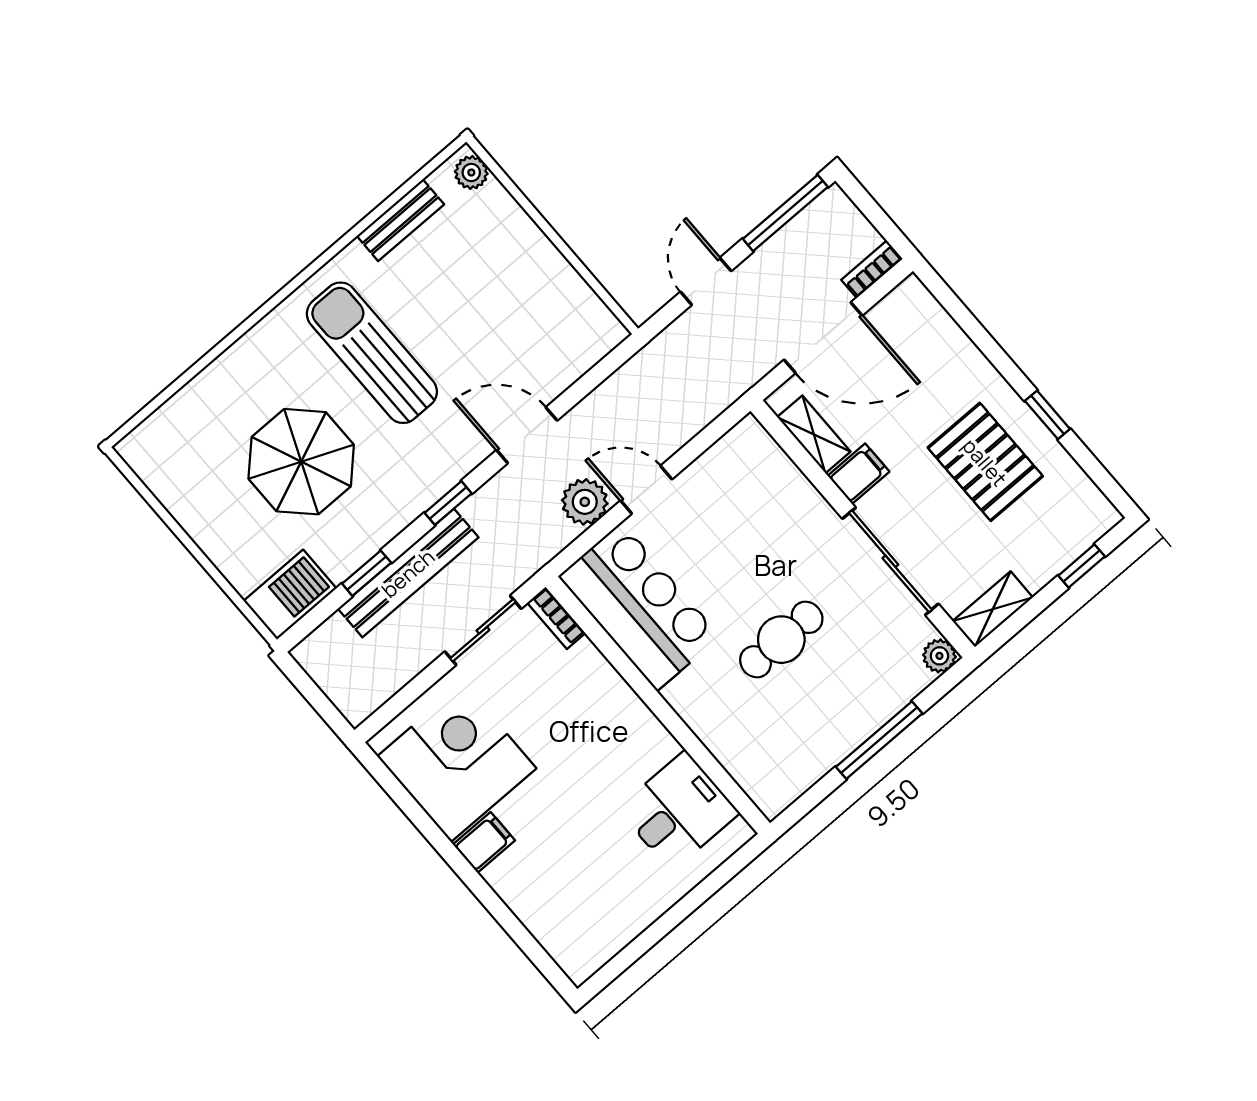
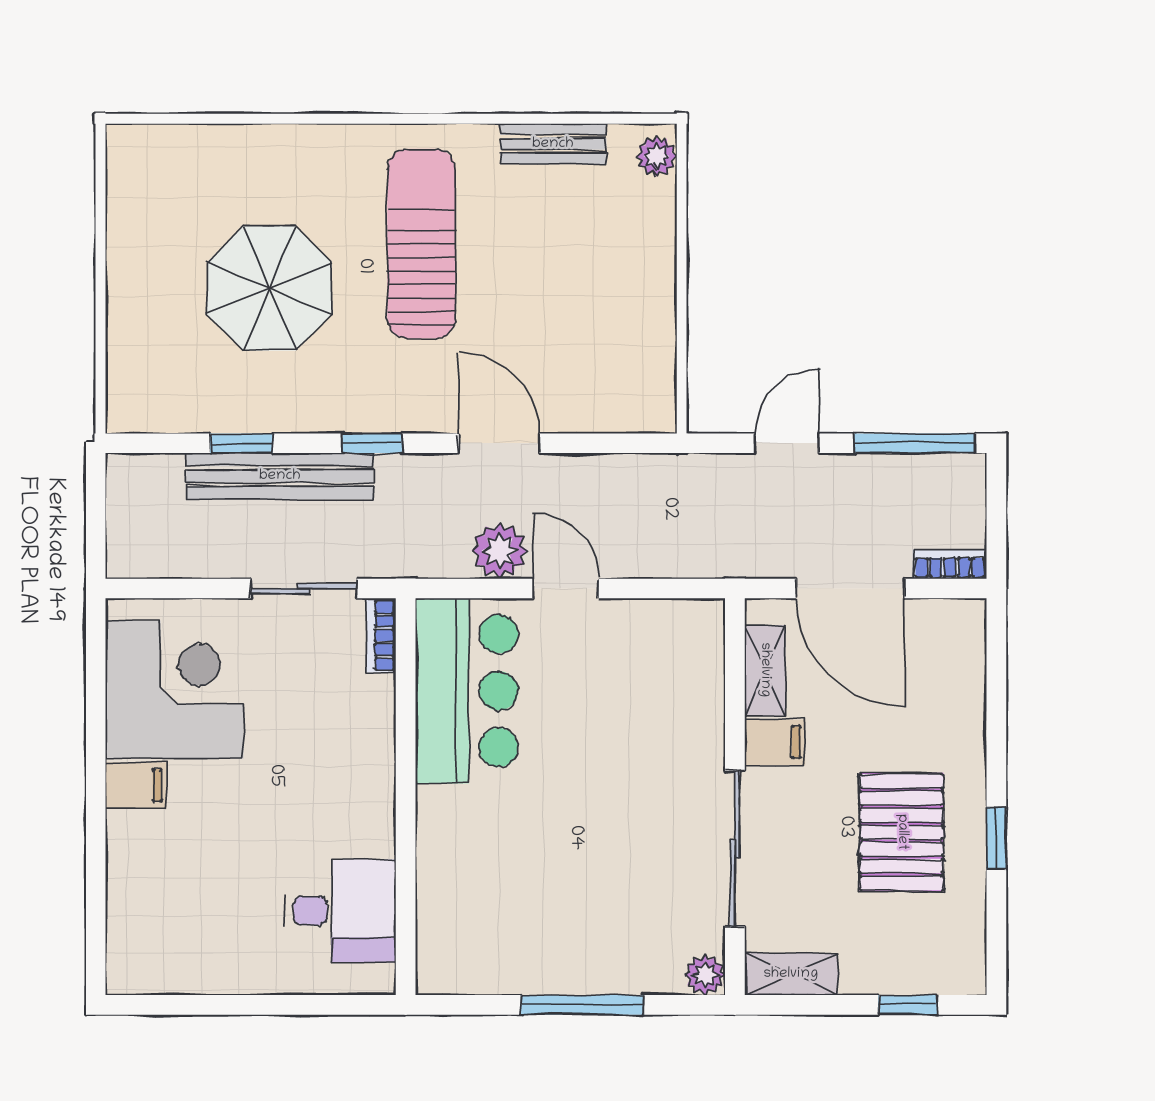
barbecue: (290, 595) -> (153, 402), removed
cafe table: (781, 640) -> (572, 834), removed

